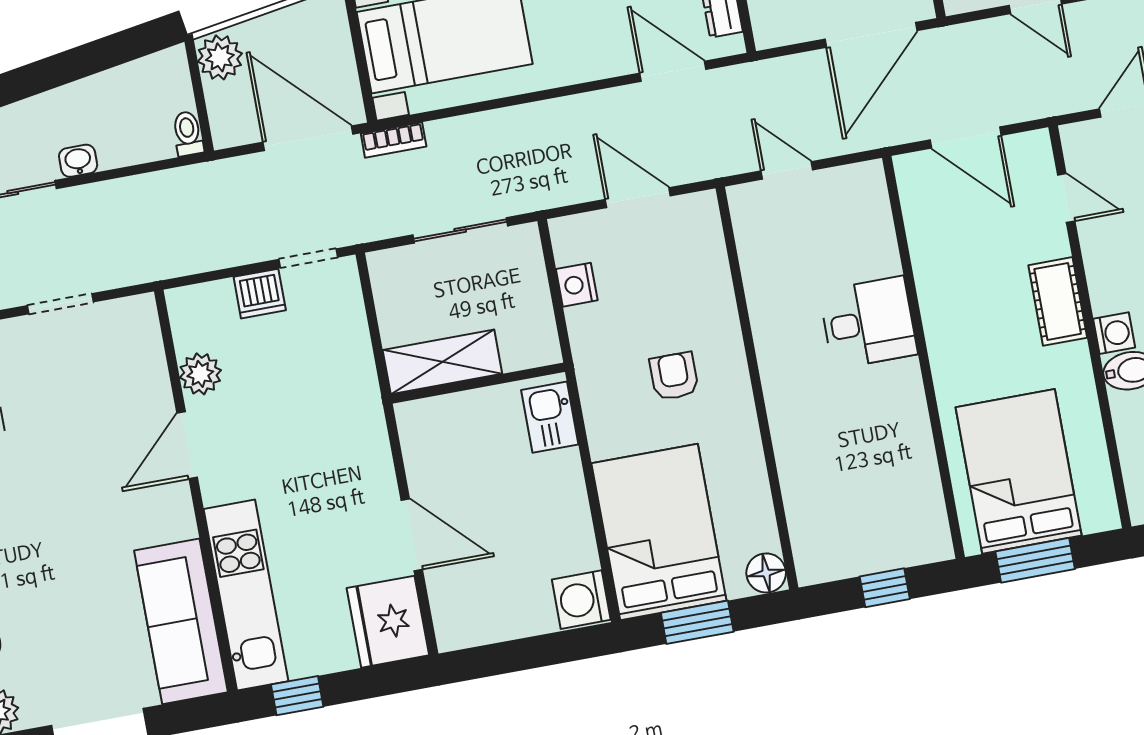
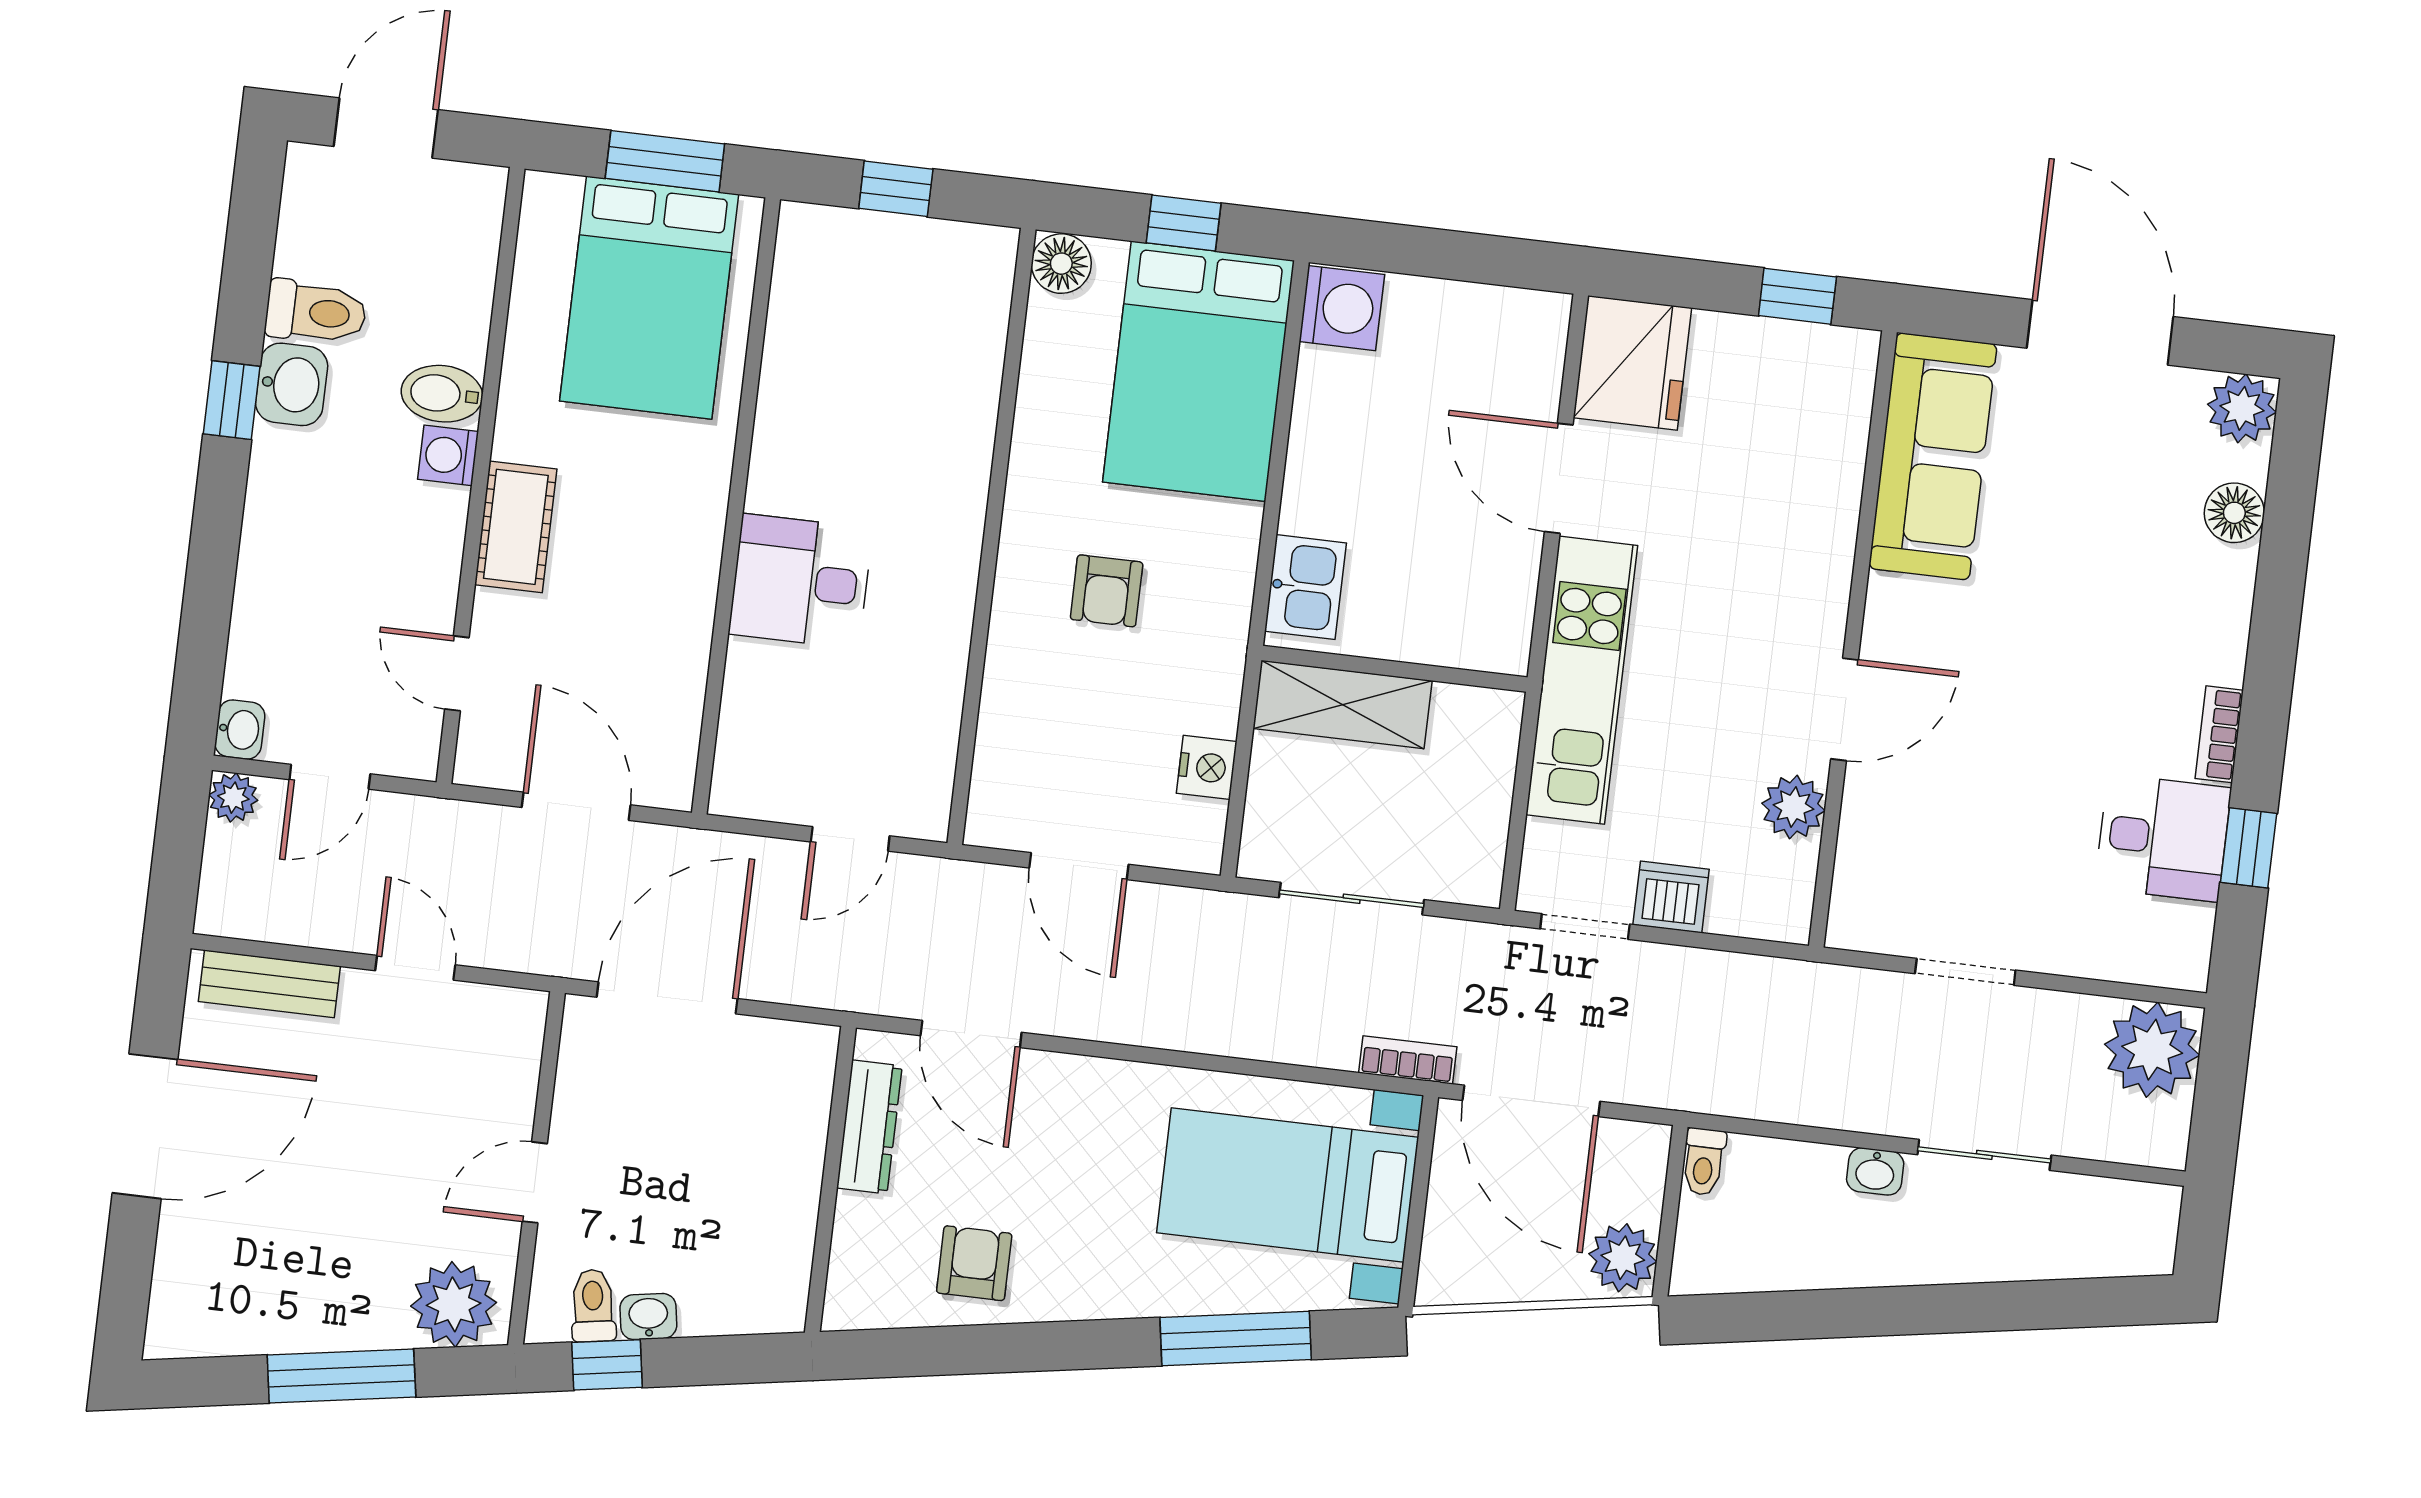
door: (787, 170) -> (850, 839), hinge flipped
shelving: (442, 362) -> (1343, 705), moved
kitchen unit: (246, 595) -> (1582, 680), moved, turned 180
window: (697, 622) -> (1184, 223), width x0.67

